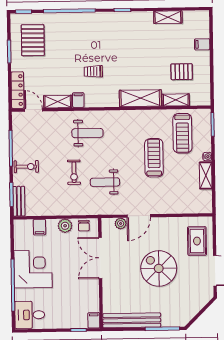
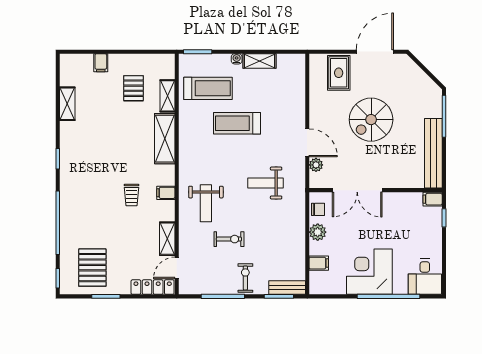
pallet: (33, 40) -> (92, 268), turned 90
filing cabinet: (78, 100) -> (166, 193), moved
weight bench: (87, 133) -> (206, 203), turned 180
exercise bike: (74, 172) -> (229, 239), moved
weight bench: (105, 182) -> (266, 183), turned 90
rug: (197, 241) -> (339, 73), turned 90

